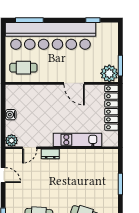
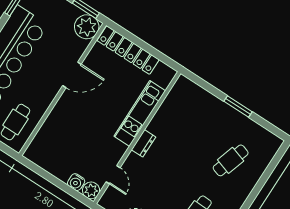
water cooler: (11, 115) -> (76, 182), moved
dresser: (50, 154) -> (144, 143), moved
window: (120, 184) -> (238, 106), moved

